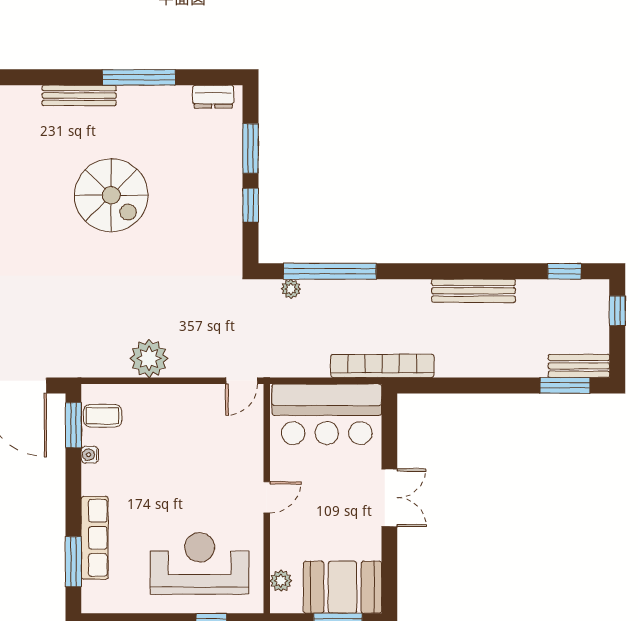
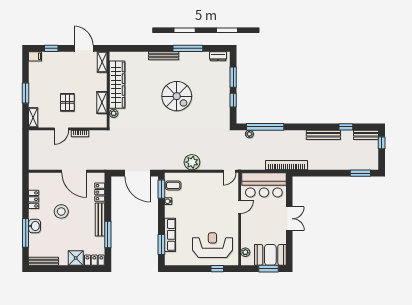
window: (564, 271) -> (346, 127), moved
bench: (579, 366) -> (366, 135), moved
door: (267, 497) -> (240, 207), moved

